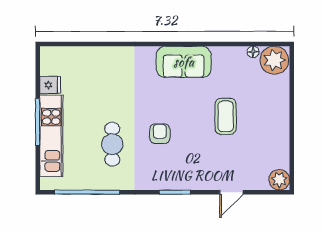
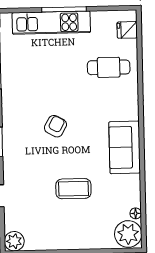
fridge: (50, 85) -> (127, 30), moved, turned 90
armchair: (160, 134) -> (55, 126), turned -61
cafe table: (112, 144) -> (109, 67), moved

